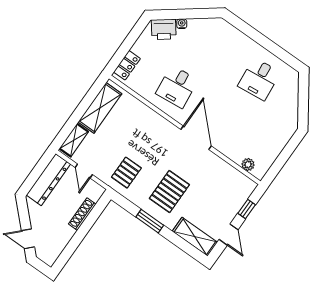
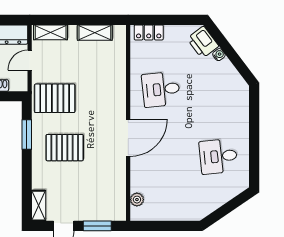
shelving: (100, 108) -> (95, 33), width x0.67, depth x0.75
pallet: (126, 173) -> (55, 98), width x1.50, depth x1.42
window: (247, 209) -> (97, 226), width x1.50
window: (150, 221) -> (27, 135), moved
shelving: (195, 237) -> (39, 206), width x0.67, depth x0.75

